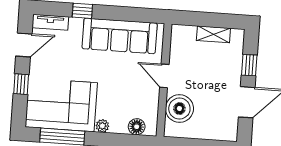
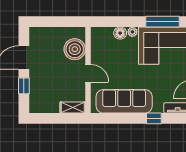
shelving: (213, 34) -> (73, 107), moved
floor lamp: (137, 127) -> (120, 33), moved

